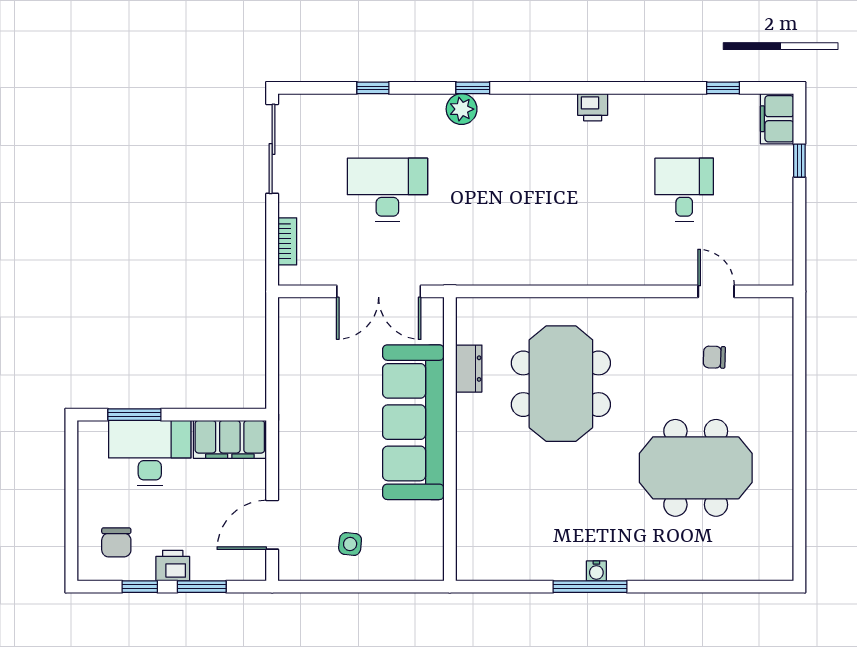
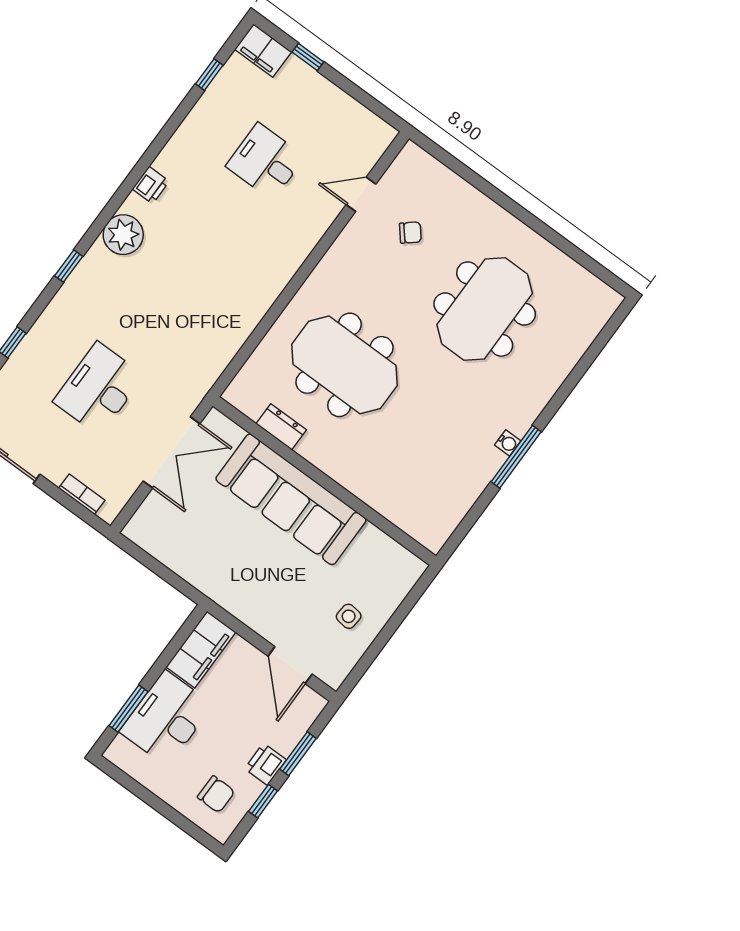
plant: (462, 109) -> (123, 235), moved, width x1.36, depth x1.36
chair: (714, 357) -> (410, 233), turned -132

